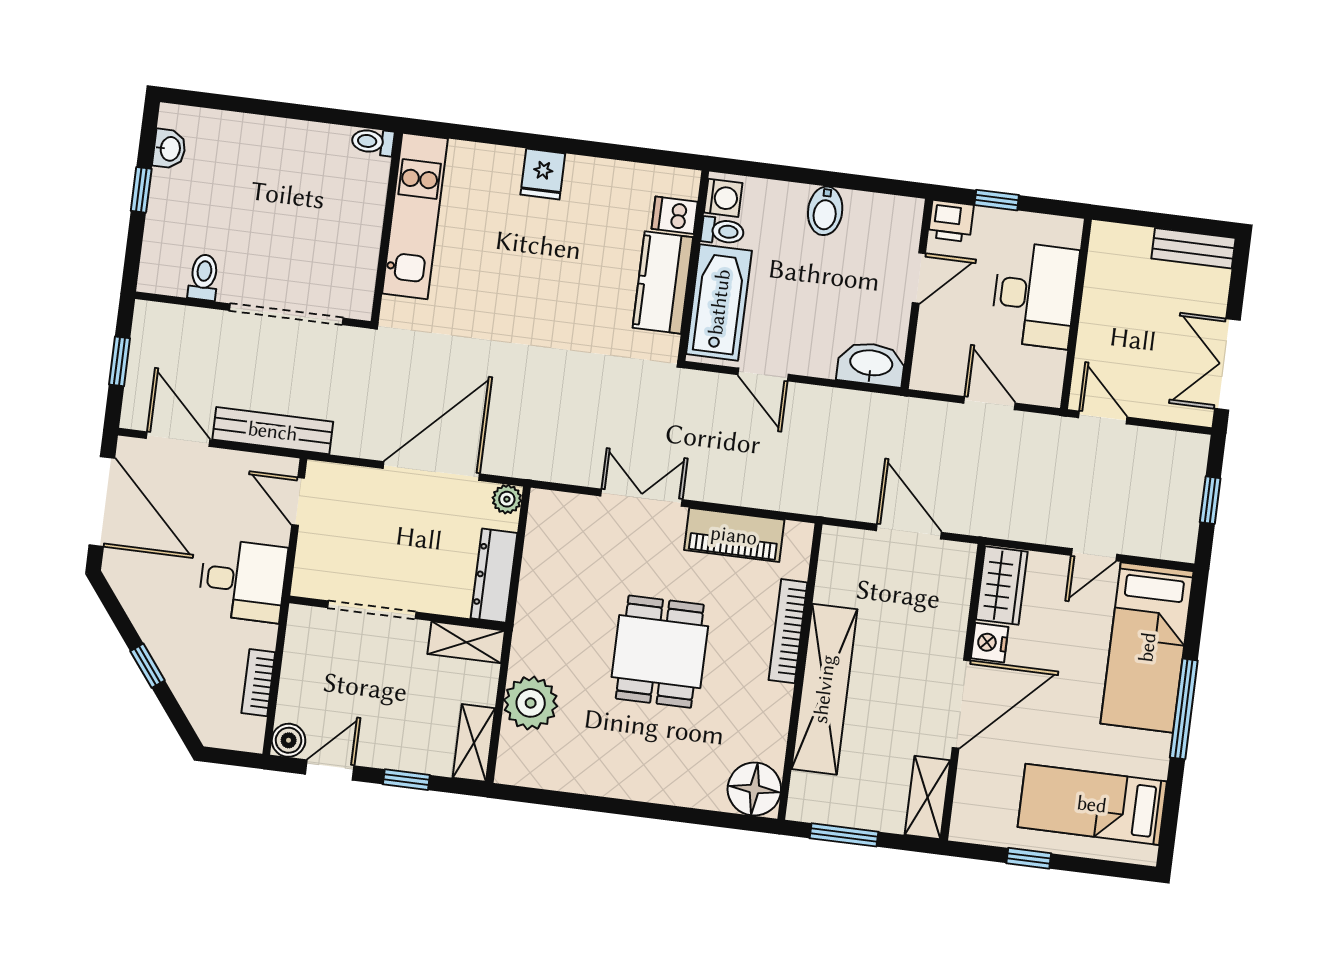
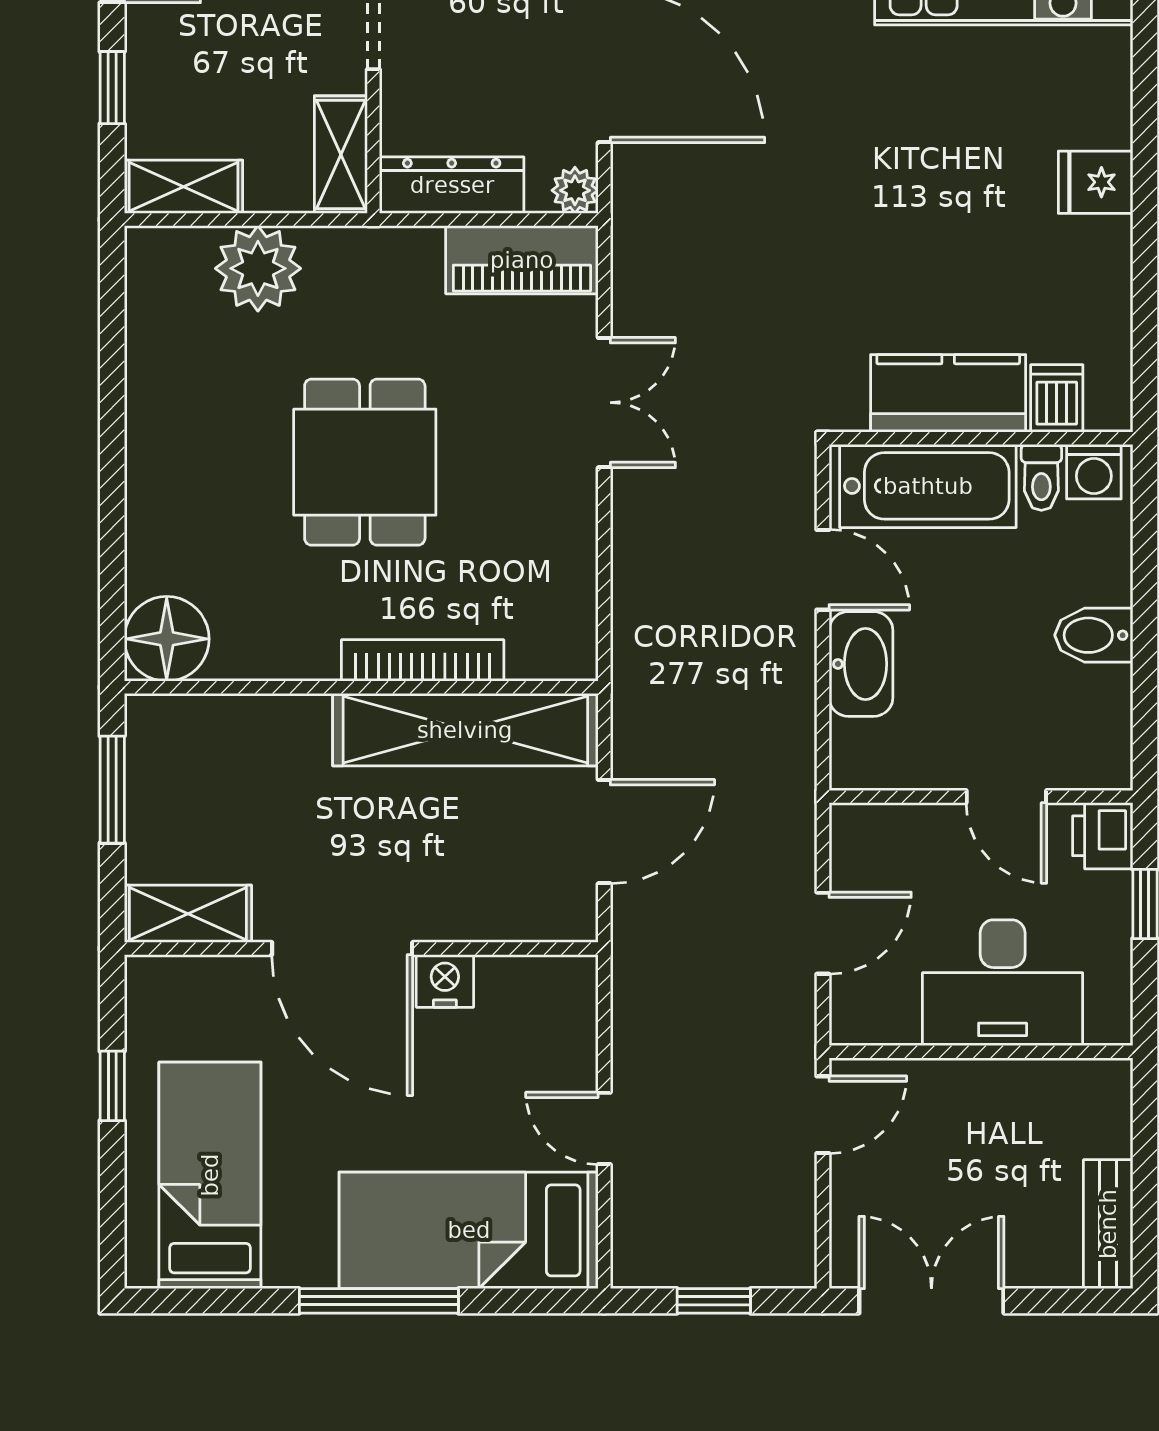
washbasin: (871, 364) -> (861, 664), moved
door: (763, 374) -> (823, 570), swing flipped
piano: (734, 535) -> (522, 260), moved, turned -90
wardrobe: (1002, 586) -> (537, 989), removed
dining table: (660, 652) -> (365, 462), turned 90
shelving: (824, 689) -> (465, 730), moved

